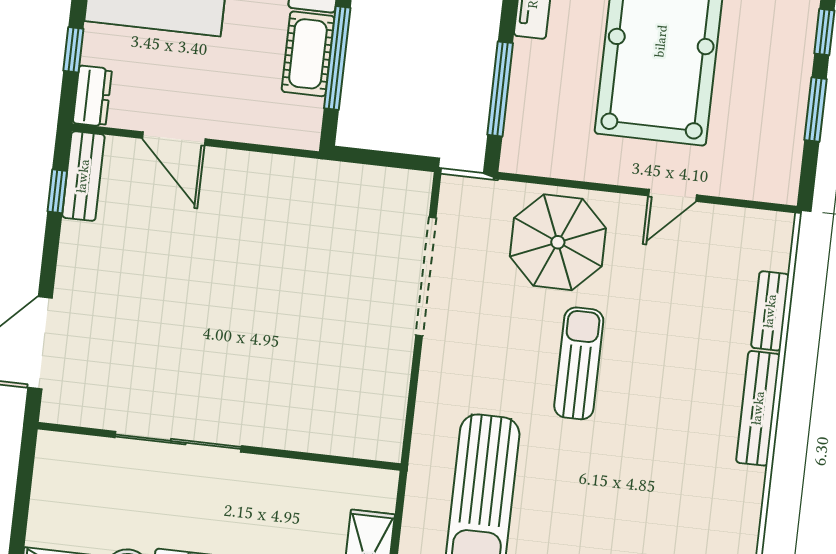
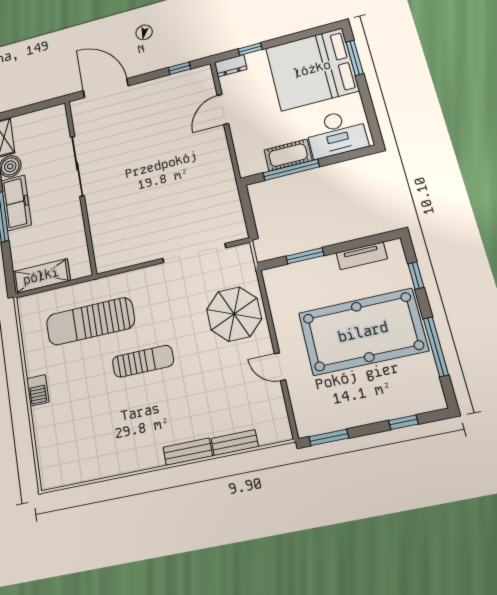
window: (500, 89) -> (305, 256), width x0.69
window: (815, 110) -> (329, 437), moved
bench: (83, 176) -> (191, 77), removed
sun lounger: (579, 363) -> (143, 361), moved
bench: (758, 408) -> (188, 452), width x0.73

